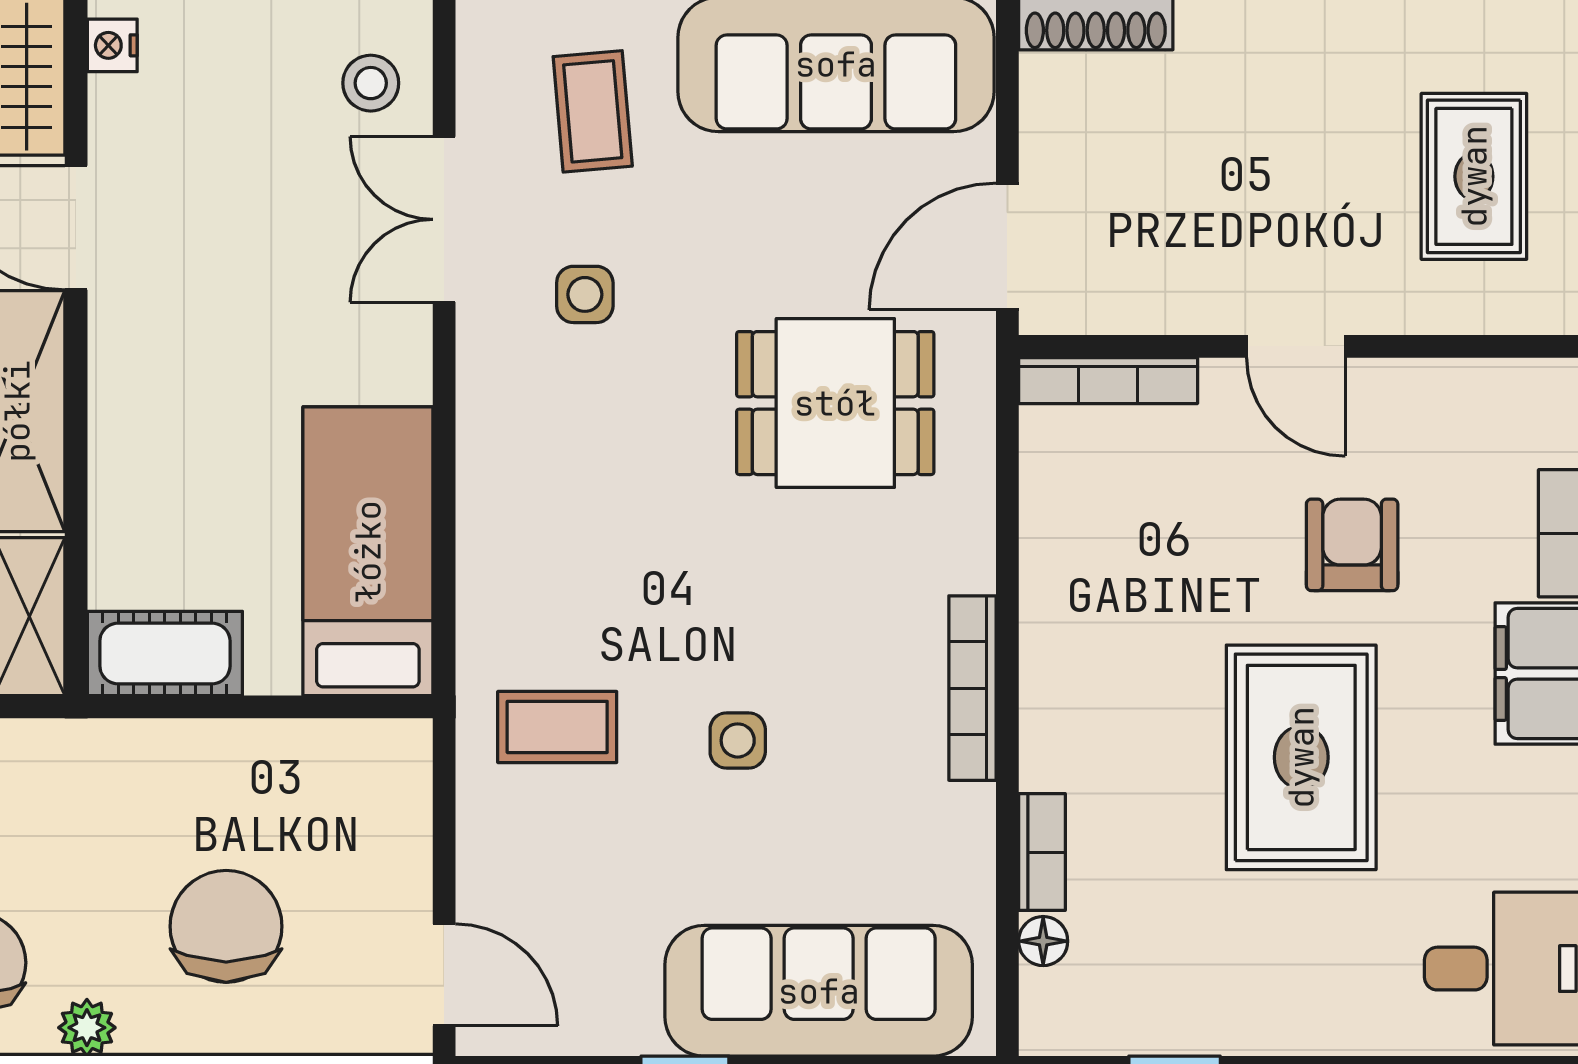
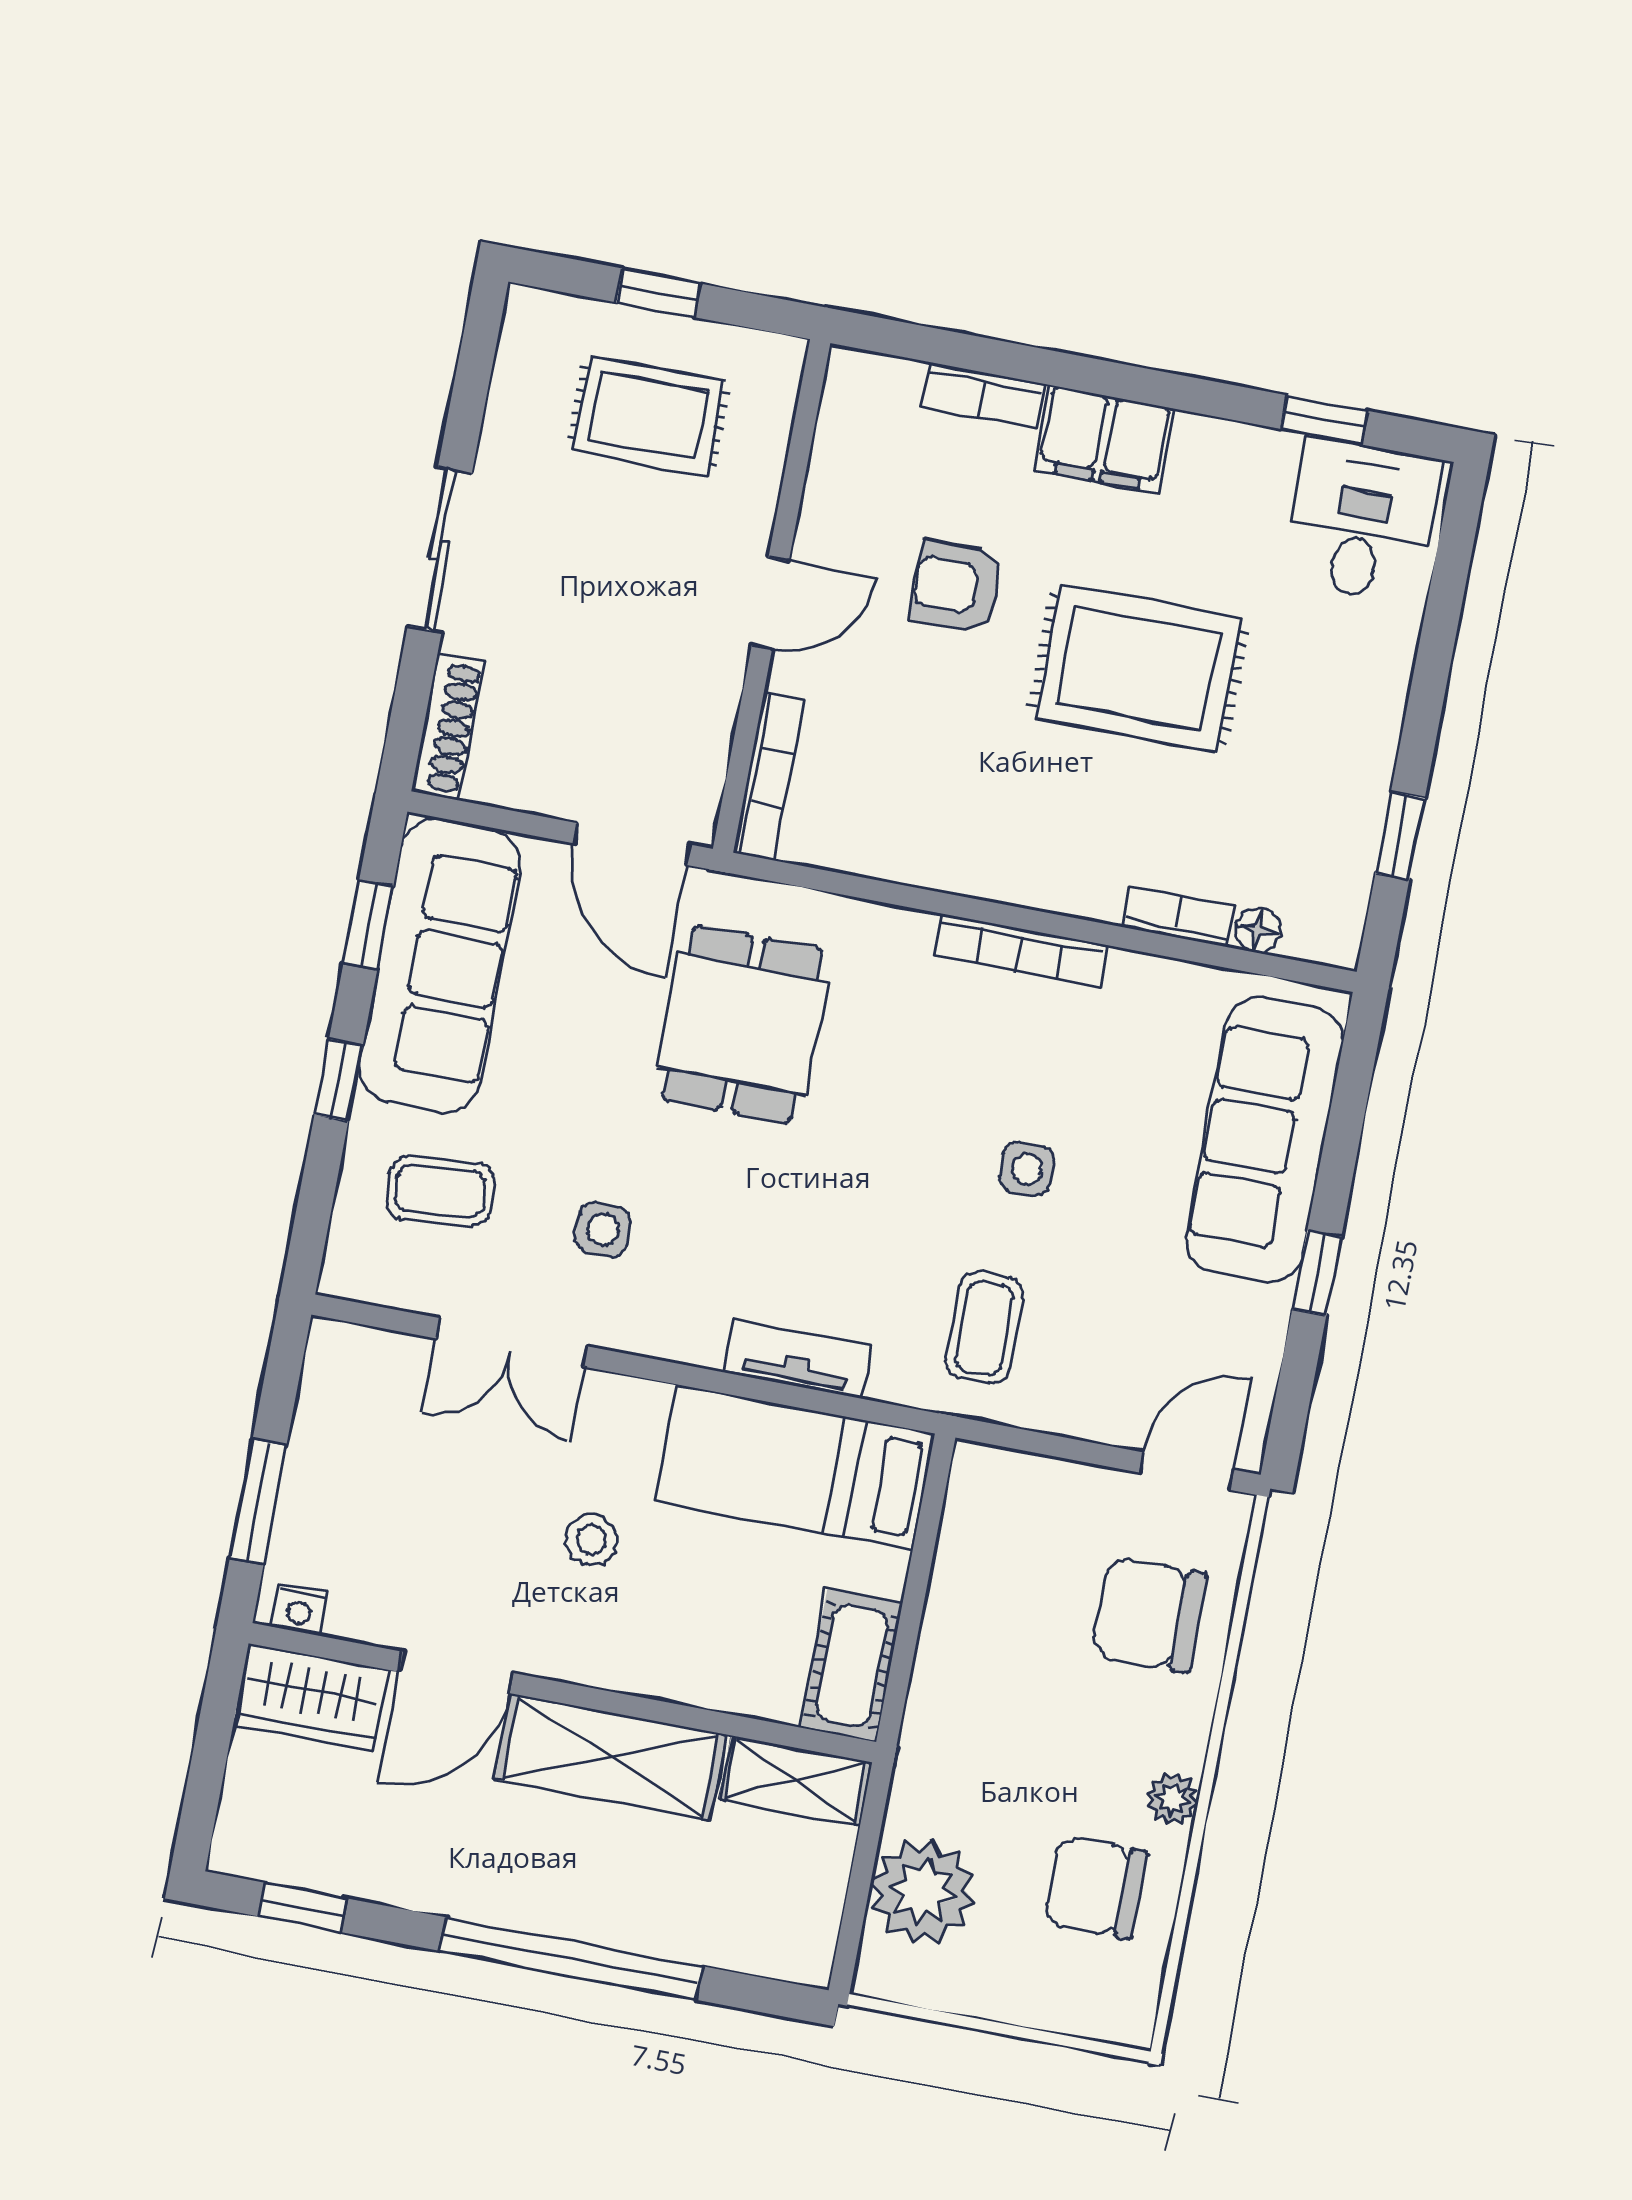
stool: (371, 83) -> (591, 1540), moved
tv unit: (485, 532) -> (797, 1359), added
chair: (226, 926) -> (1149, 1615), moved

